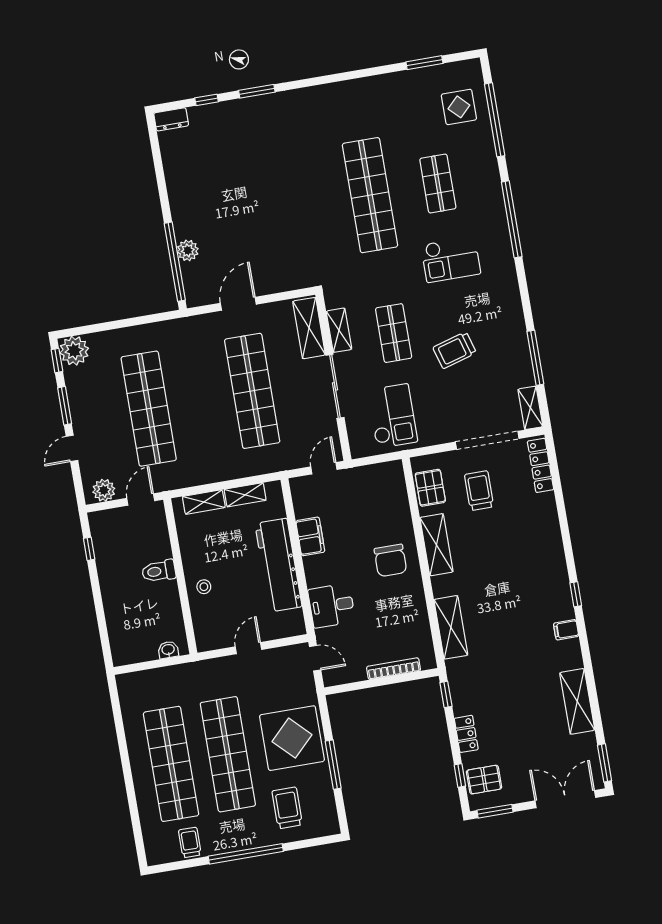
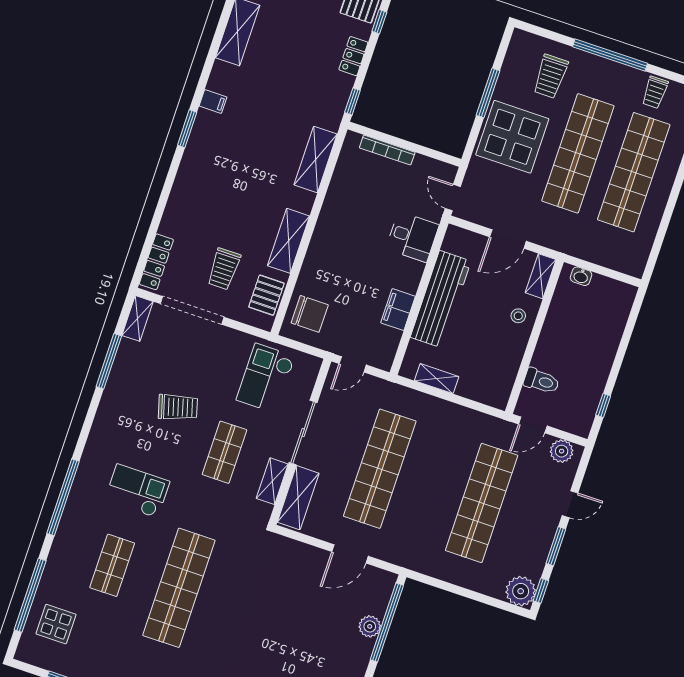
shelving: (204, 502) -> (541, 276), moved, turned 90
chair: (390, 560) -> (310, 314), moved, turned 90
toilet: (159, 571) -> (541, 381), moved
window: (576, 594) -> (187, 129), width x1.50
door: (248, 648) -> (508, 239), width x1.38

